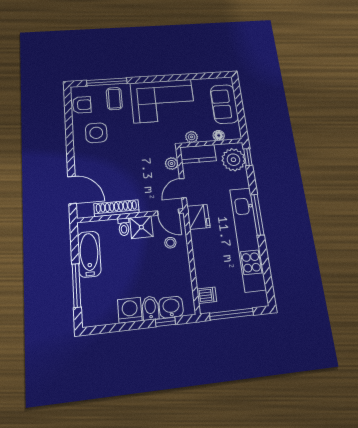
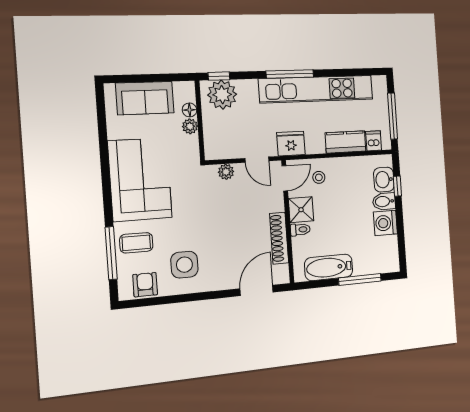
plant: (192, 137) -> (190, 126), moved
kitchen counter: (198, 154) -> (346, 142), moved, turned -90

